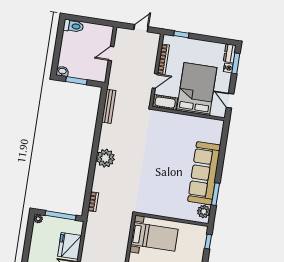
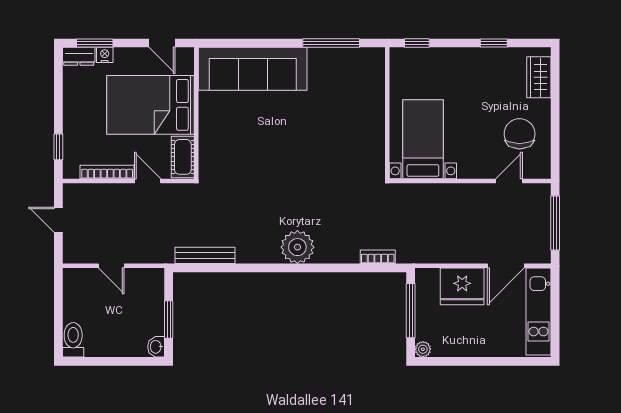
door: (230, 101) -> (162, 43), hinge flipped
sofa: (204, 173) -> (253, 69), moved
window: (216, 194) -> (331, 43), width x1.44
plant: (204, 212) -> (365, 59), removed

